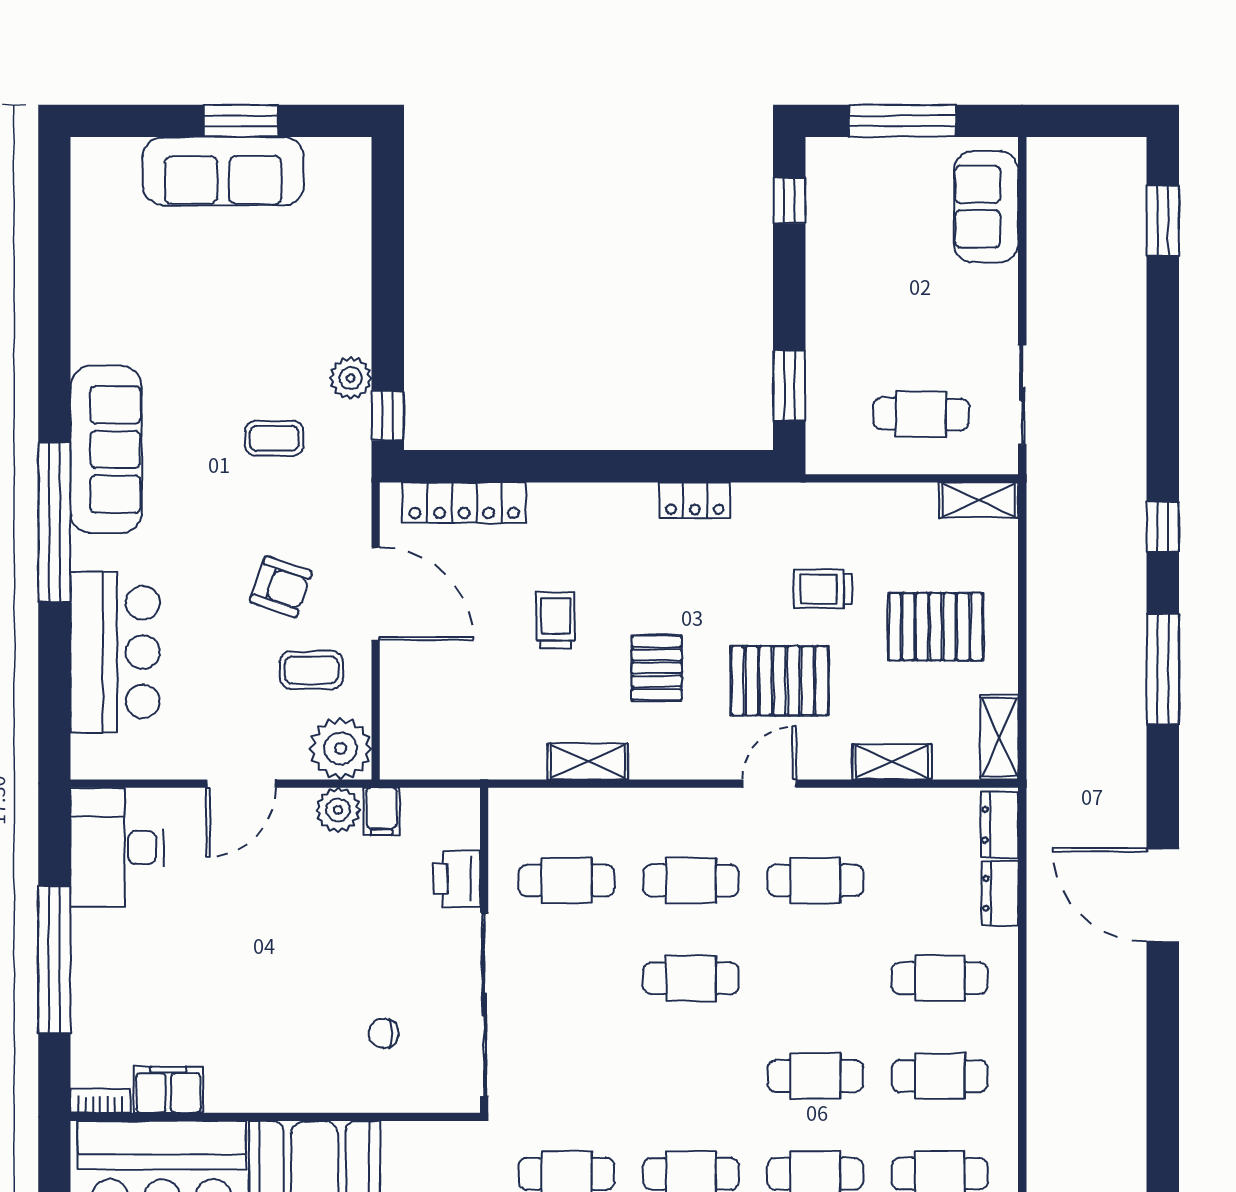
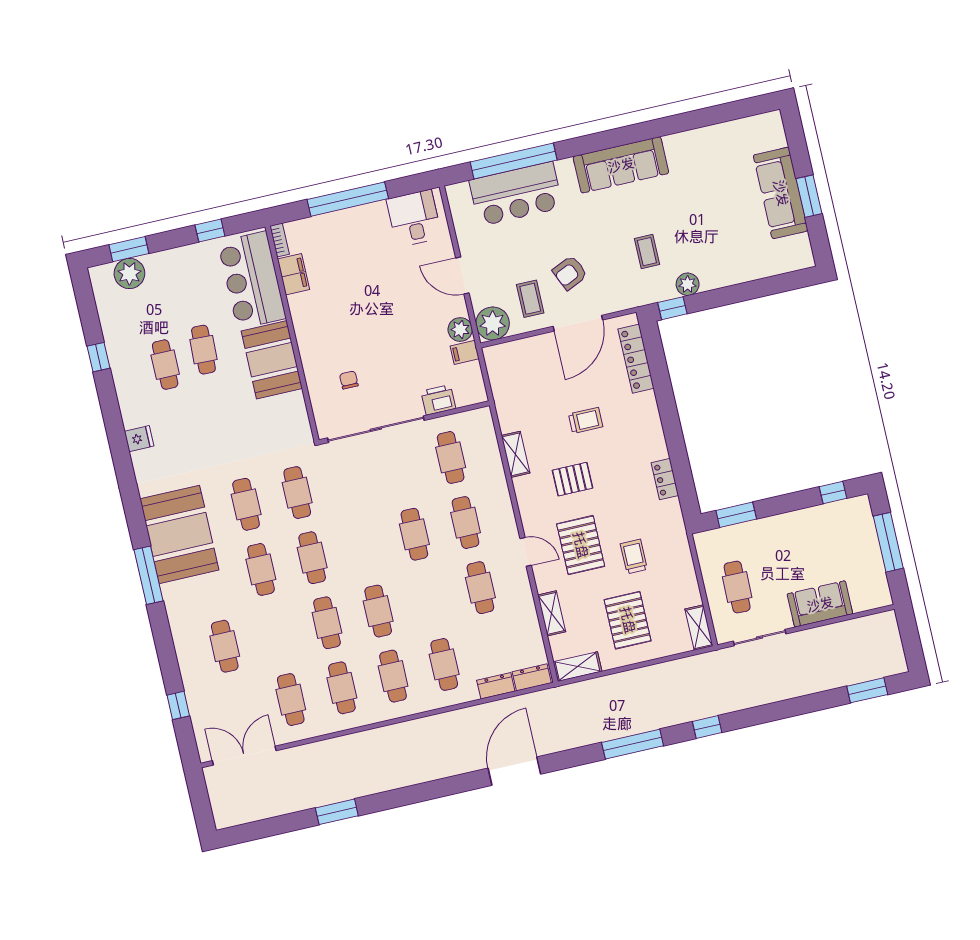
sofa: (986, 207) -> (820, 604), moved
window: (54, 522) -> (514, 161), moved
armchair: (281, 587) -> (570, 273), turned 47
desk: (117, 847) -> (414, 218), width x0.73

